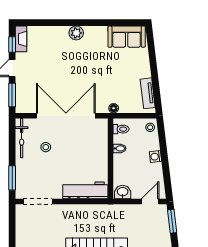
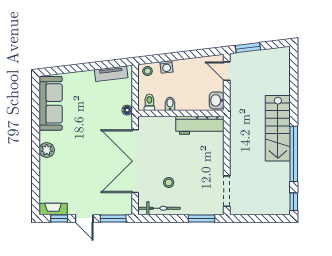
sofa: (127, 37) -> (51, 103), width x1.36
washing machine: (155, 157) -> (166, 67), moved
workbench: (85, 190) -> (200, 125), moved, turned -90

